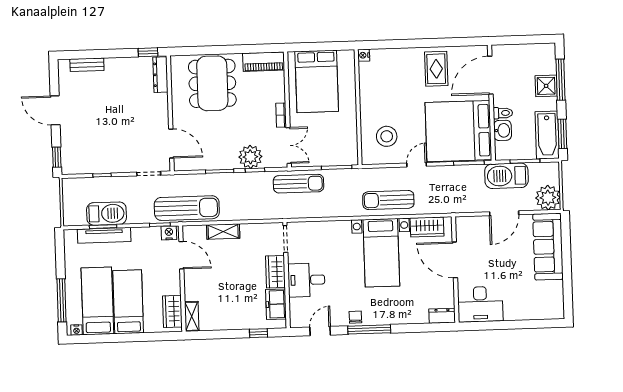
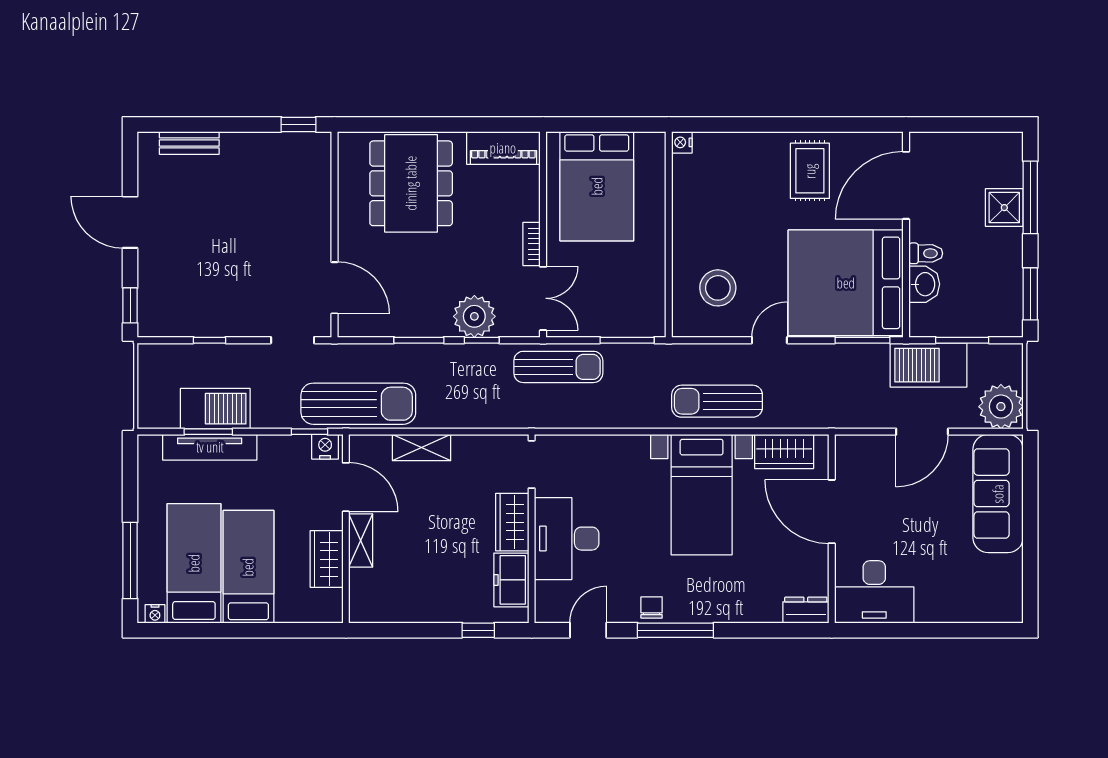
dresser: (160, 75) -> (319, 165), removed
bathtub: (547, 135) -> (1003, 295), removed
desk: (306, 280) -> (567, 539), width x1.37
wardrobe: (172, 311) -> (327, 559), moved
shelving: (192, 316) -> (361, 540), moved

